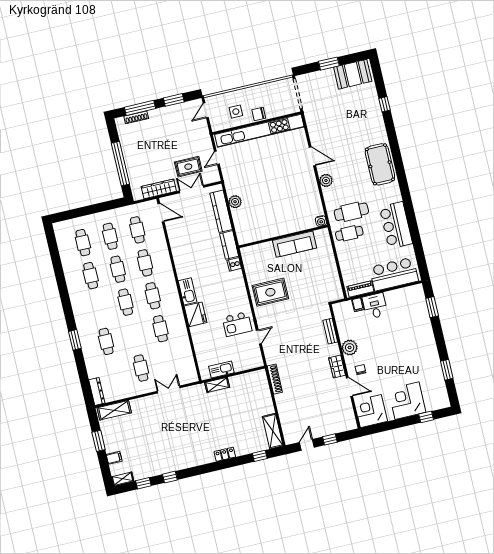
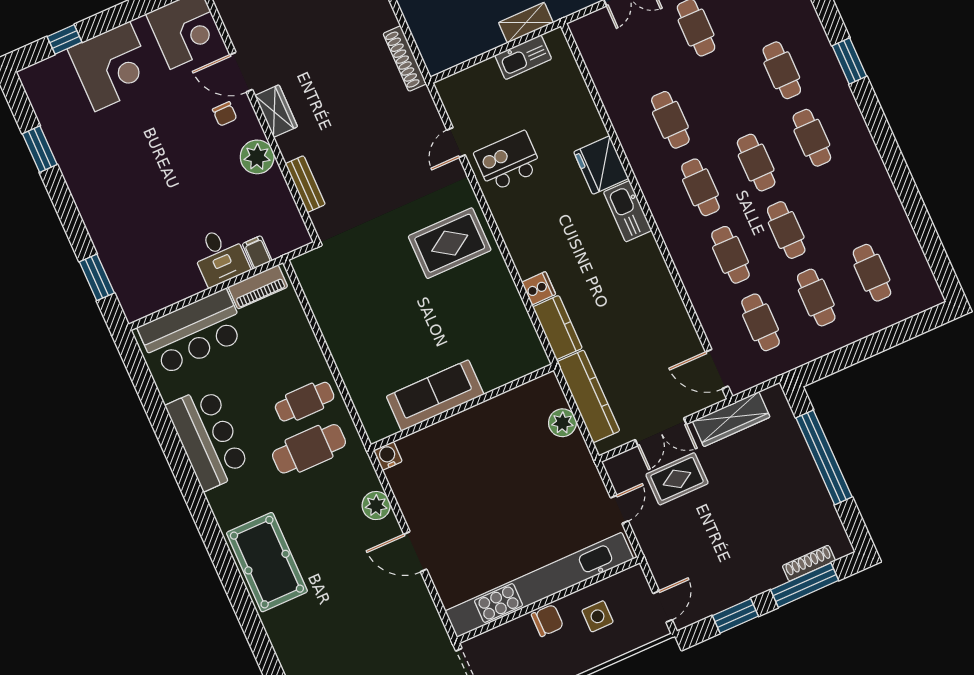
water cooler: (321, 221) -> (388, 456), moved
wall: (283, 236) -> (462, 407), moved
sofa: (295, 244) -> (435, 395), moved
cafe table: (91, 276) -> (812, 138), moved

